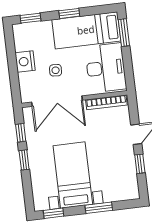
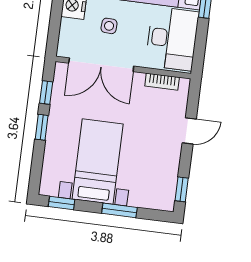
bookcase: (106, 102) -> (162, 82), width x0.64
window: (140, 164) -> (182, 189), moved

